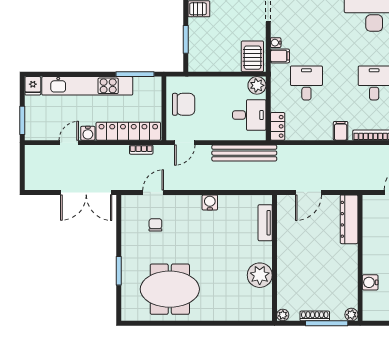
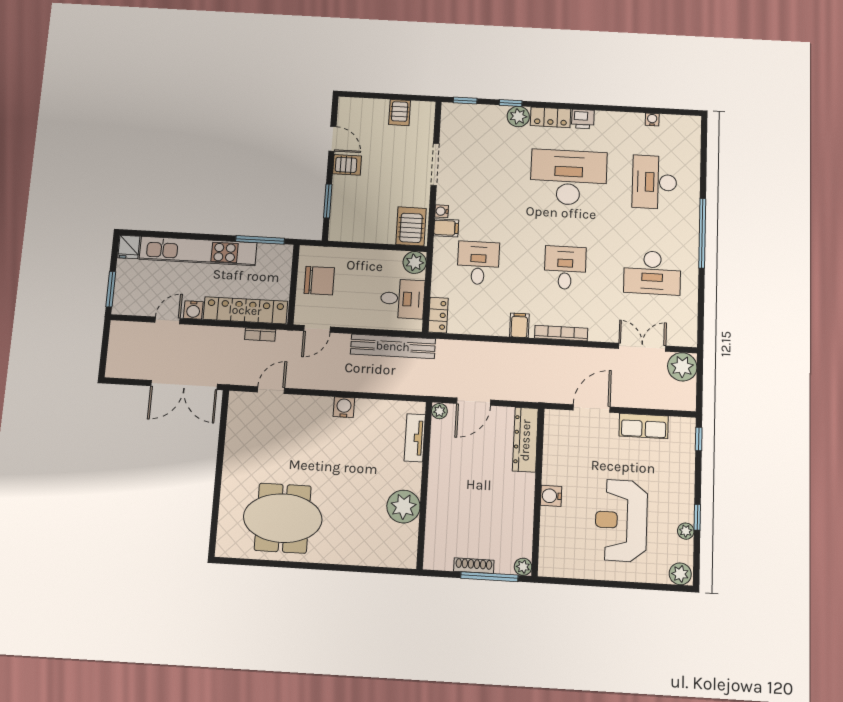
chair: (155, 225) -> (271, 432), removed
window: (119, 271) -> (217, 490), removed
water cooler: (370, 282) -> (551, 496), moved
plant: (283, 315) -> (439, 411), moved

